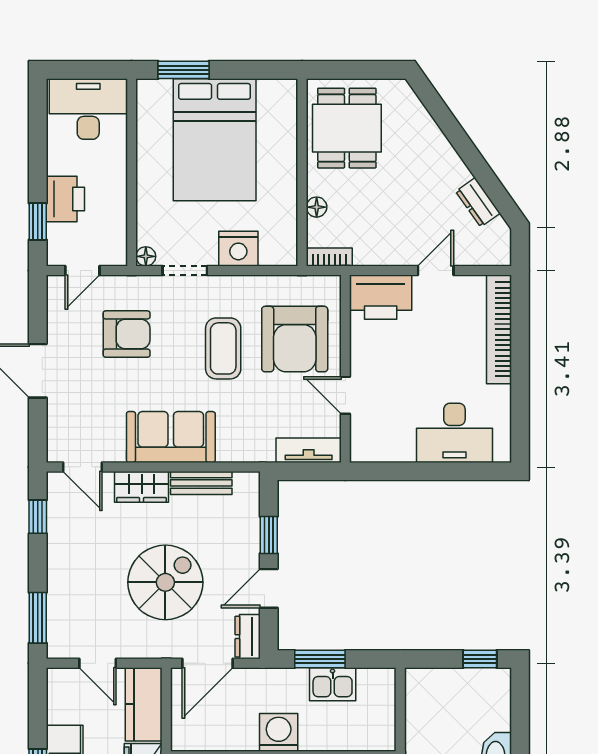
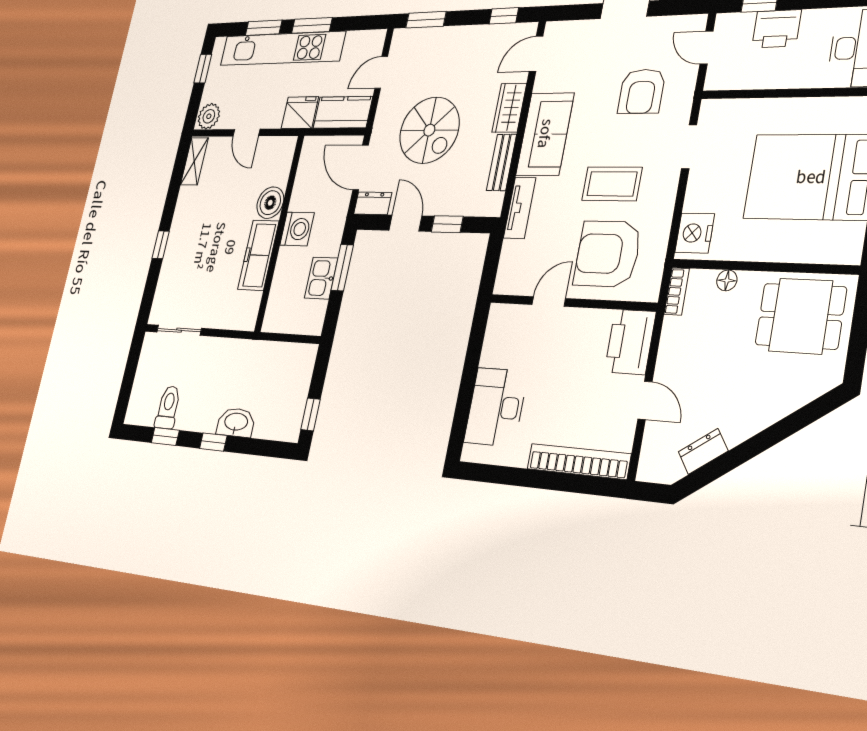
nightstand: (238, 249) -> (695, 233), moved
floor lamp: (146, 256) -> (709, 108), removed
tv unit: (309, 450) -> (520, 208), moved

